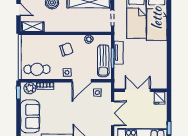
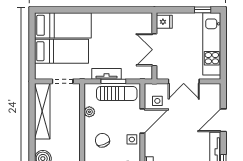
door: (82, 81) -> (142, 121), hinge flipped
double door: (113, 113) -> (184, 81), swing flipped

